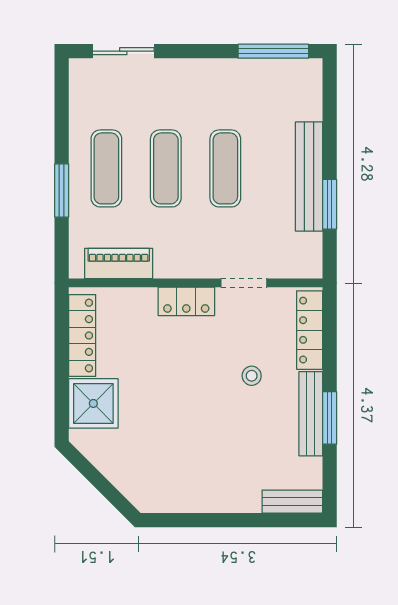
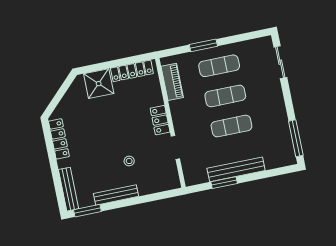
locker: (310, 330) -> (59, 139), moved, turned 90
window: (330, 418) -> (87, 211), moved
bench: (292, 502) -> (68, 189), width x1.36

